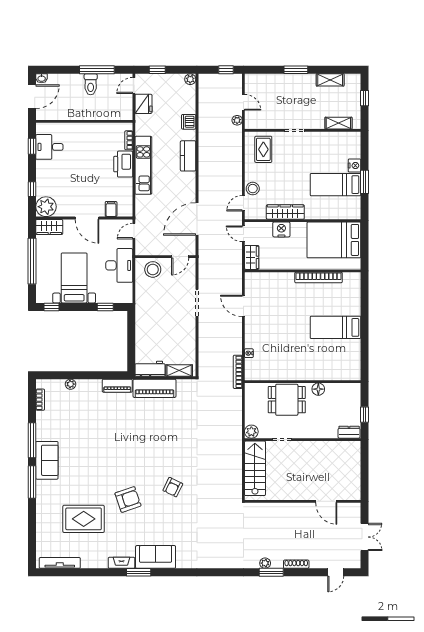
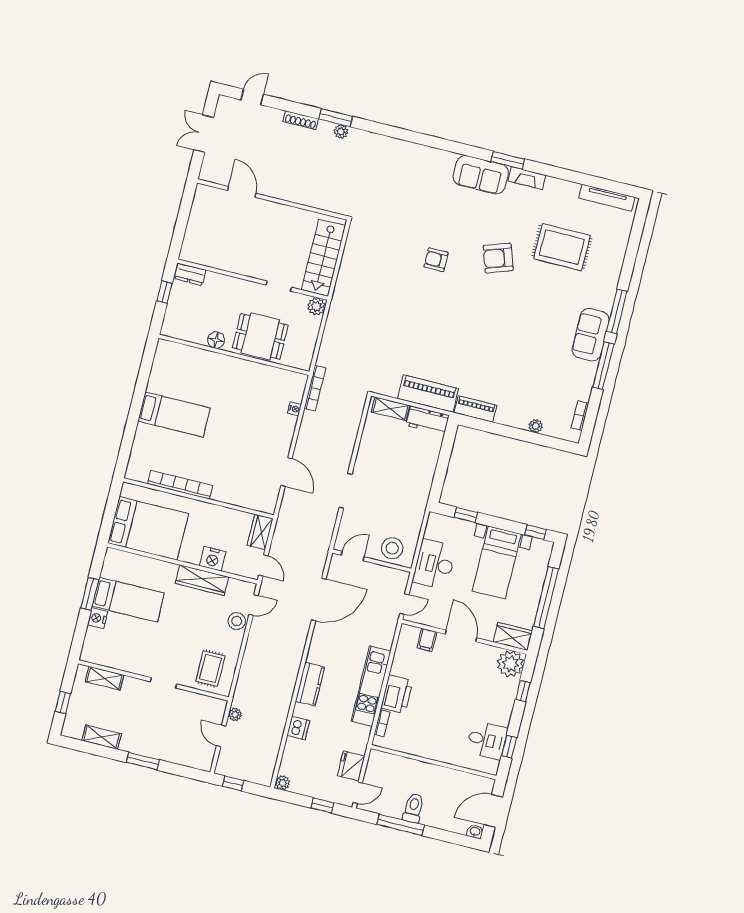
armchair: (173, 487) -> (436, 260), turned -116

